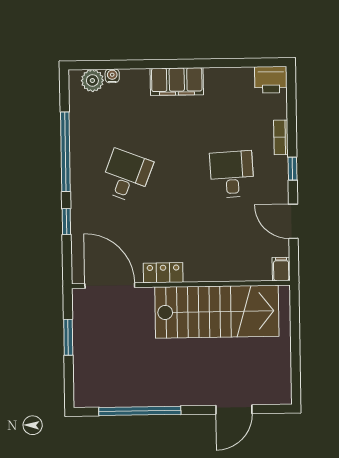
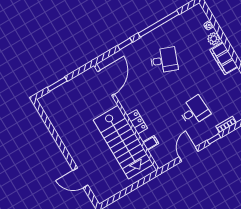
plant: (92, 81) -> (214, 39), moved
filing cabinet: (281, 269) -> (151, 143), moved
locker: (163, 273) -> (137, 122), moved
window: (68, 337) -> (57, 84), moved
window: (140, 411) -> (53, 132), removed

